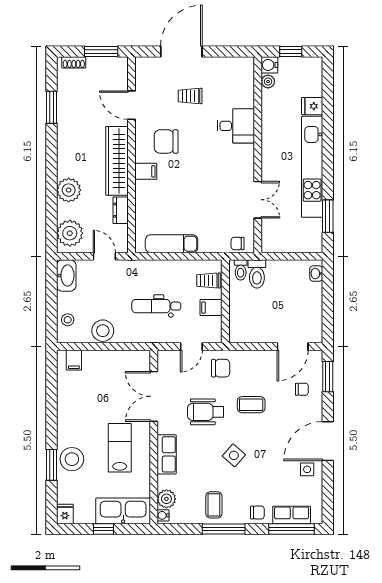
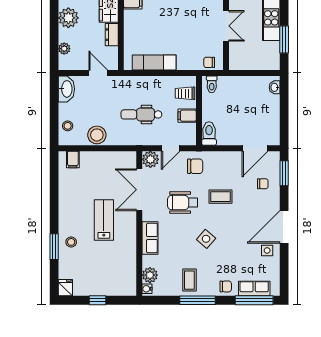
plant: (70, 233) -> (64, 49), width x0.53, depth x0.53
toilet: (257, 274) -> (209, 134), moved, turned 180
plant: (167, 360) -> (150, 159), added
lab bench: (120, 448) -> (104, 220), moved
stool: (72, 459) -> (71, 242), width x0.53, depth x0.53
kitchen sink: (123, 511) -> (114, 285), removed

